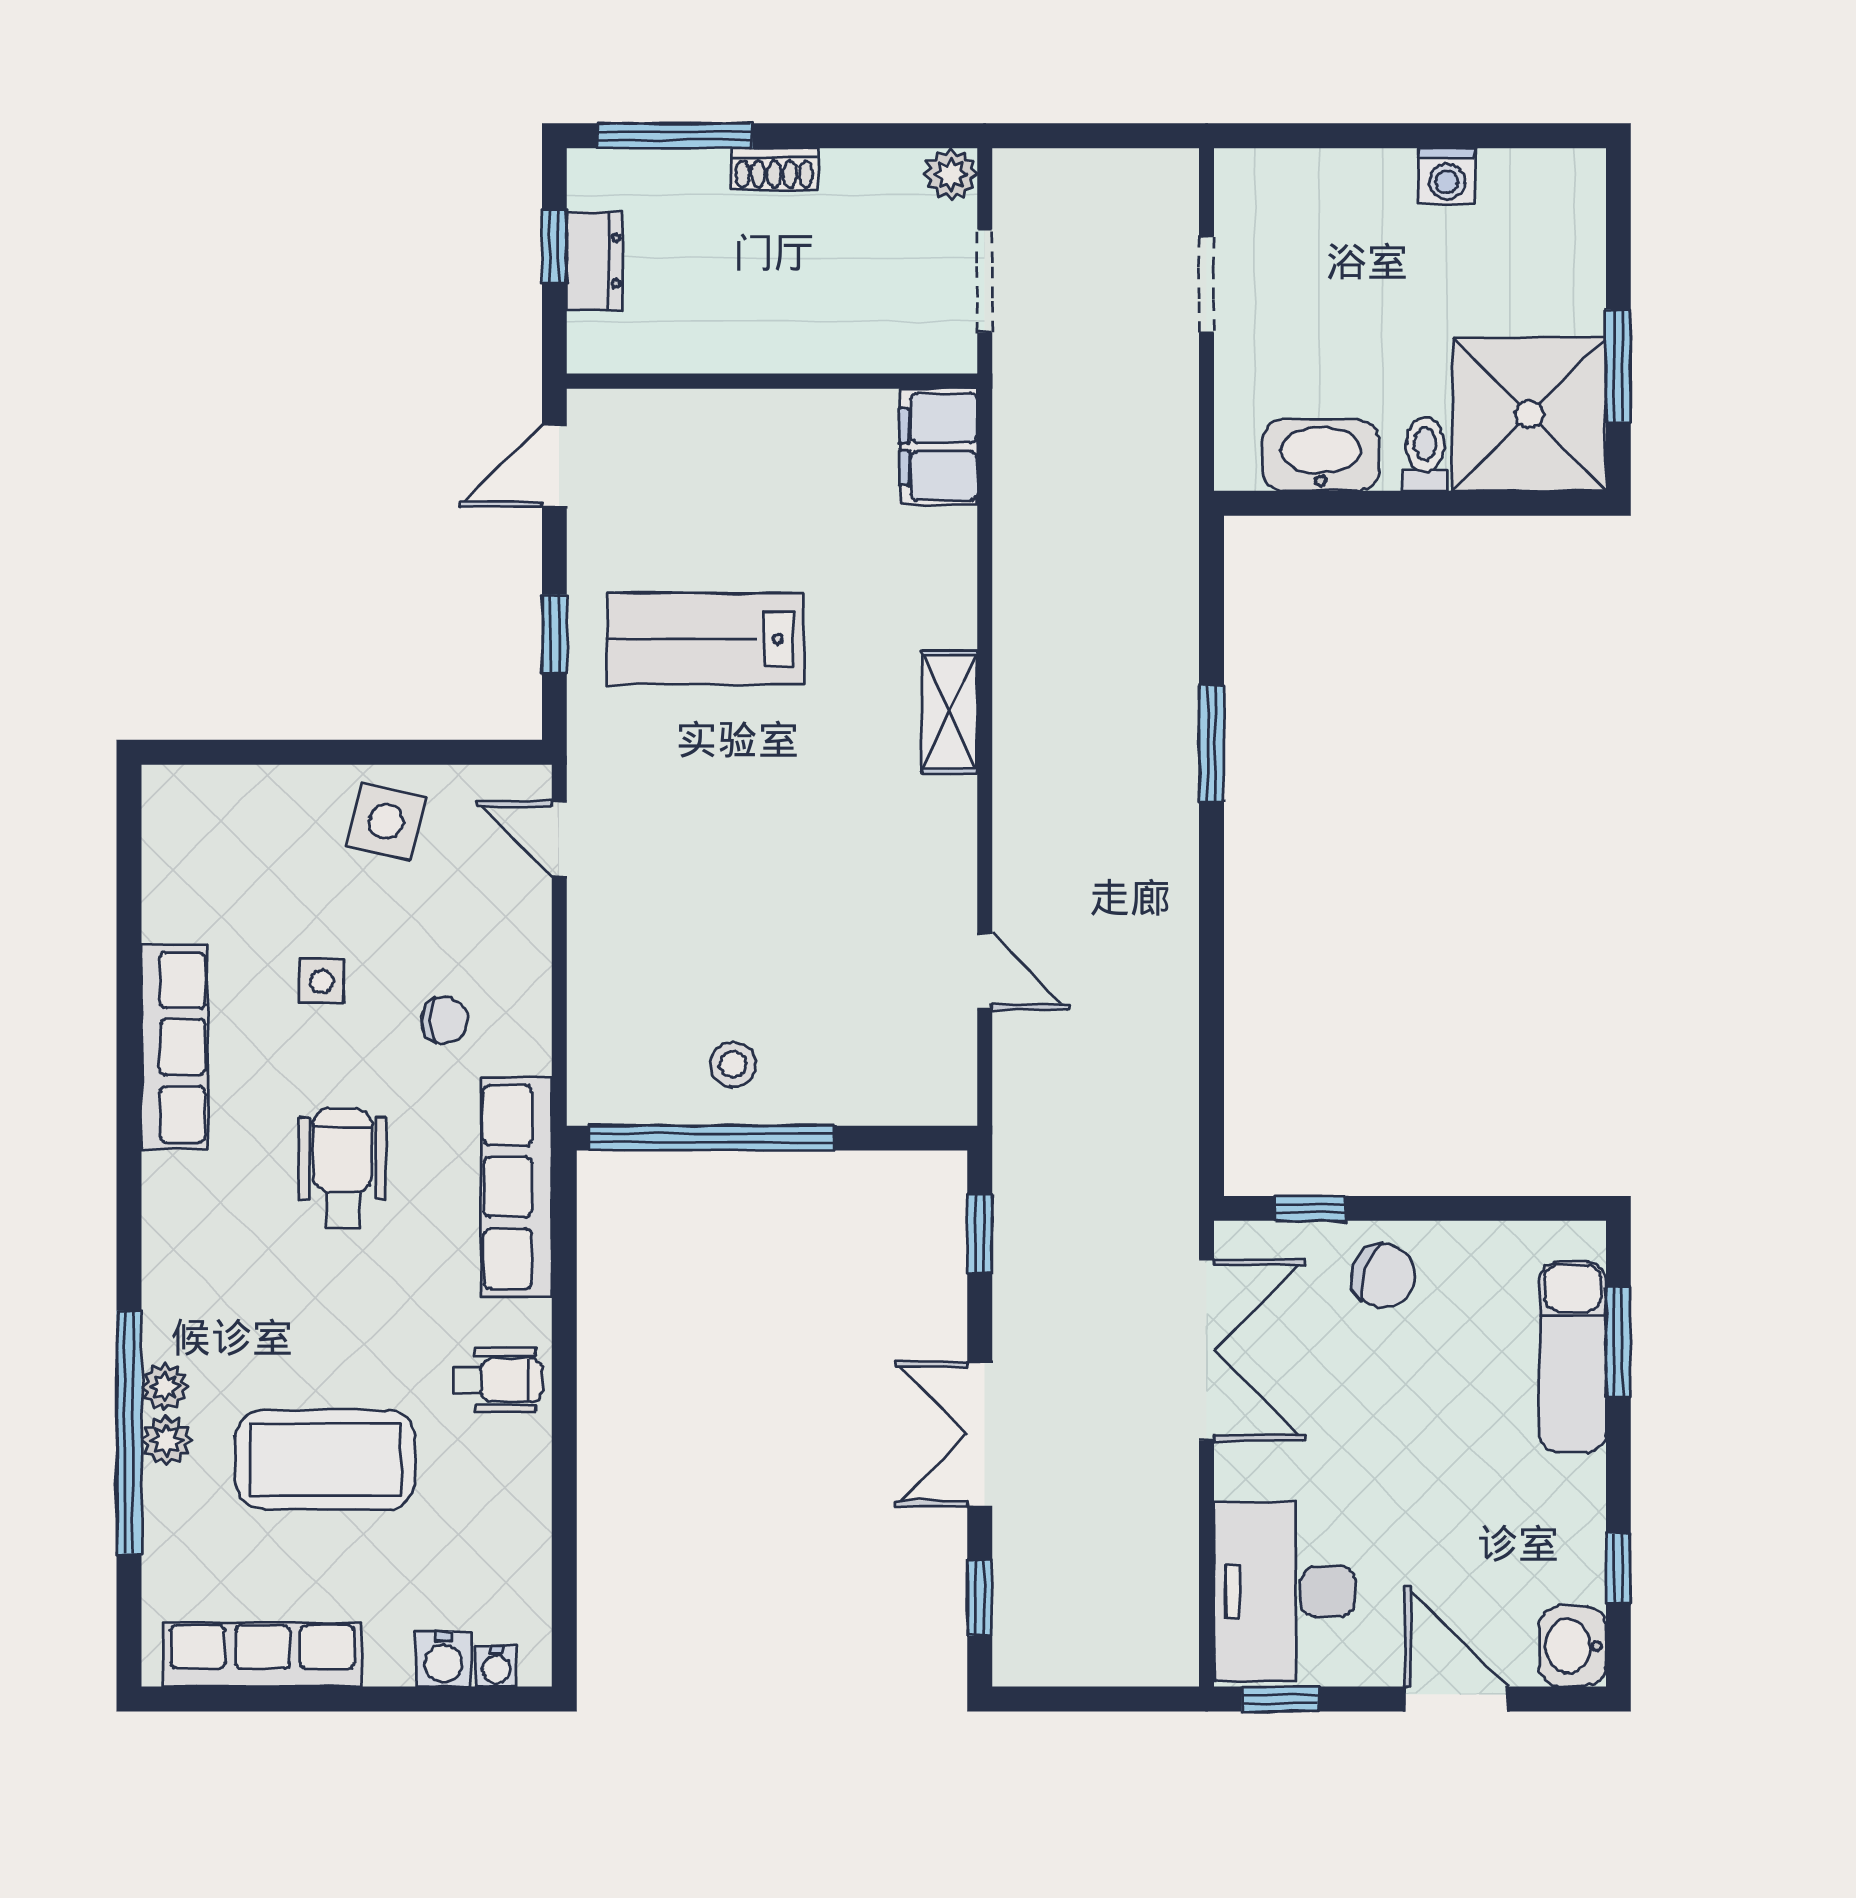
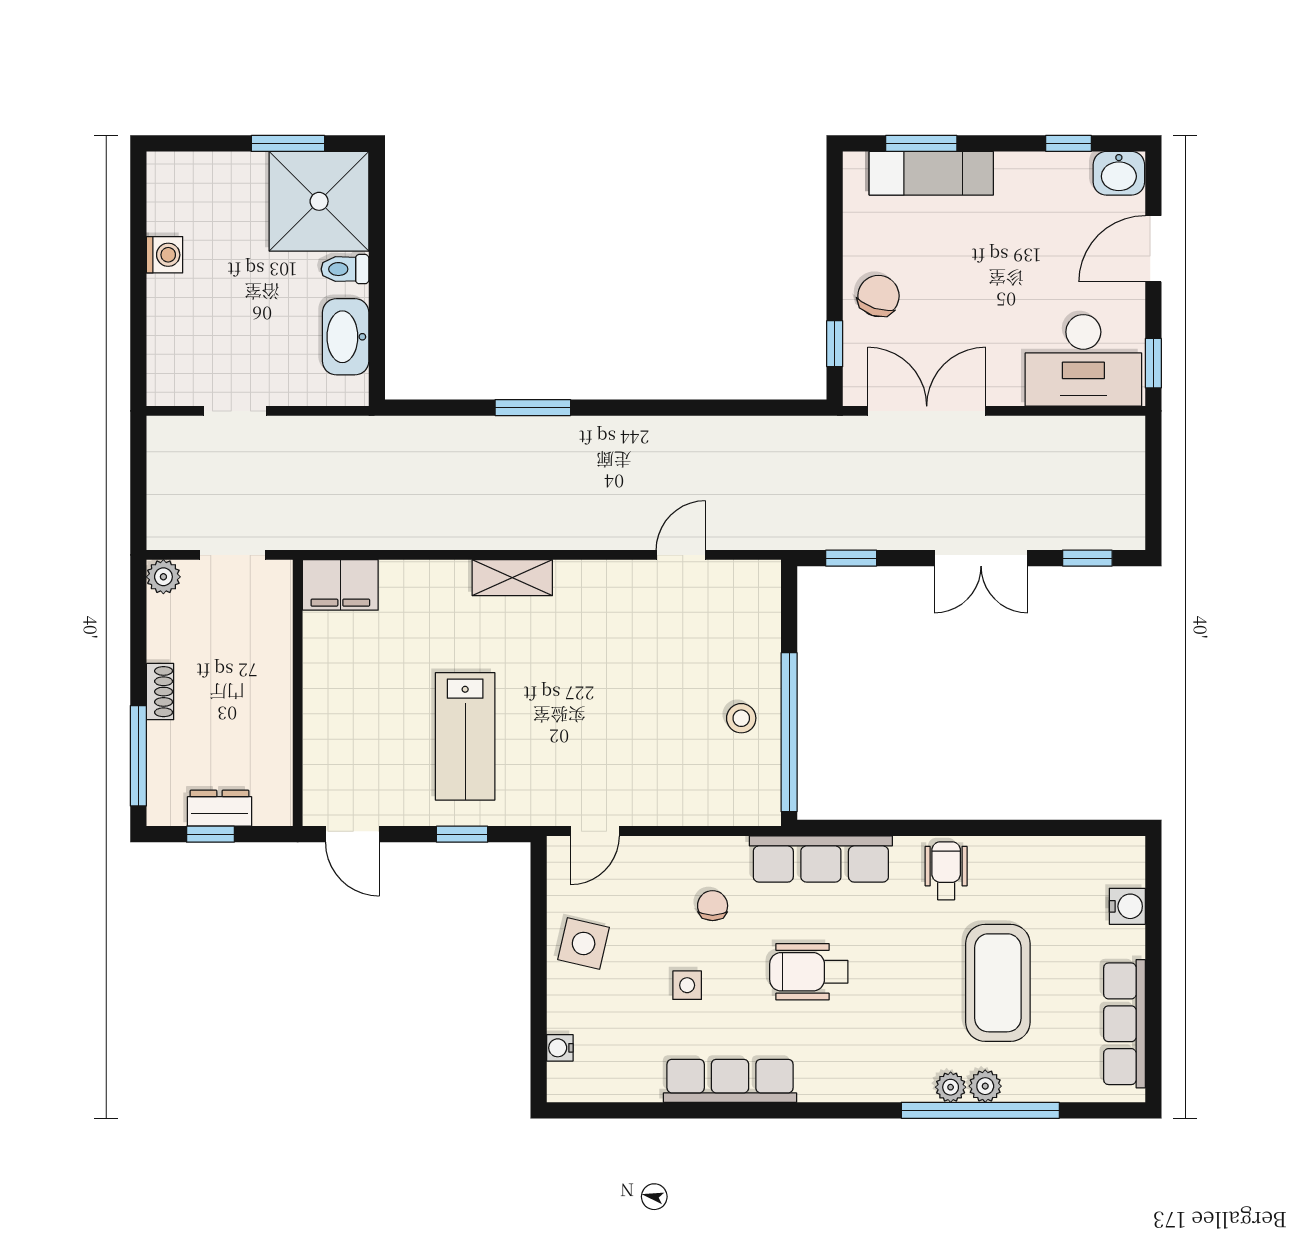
water cooler: (496, 1666) -> (560, 1048), moved, turned 180

